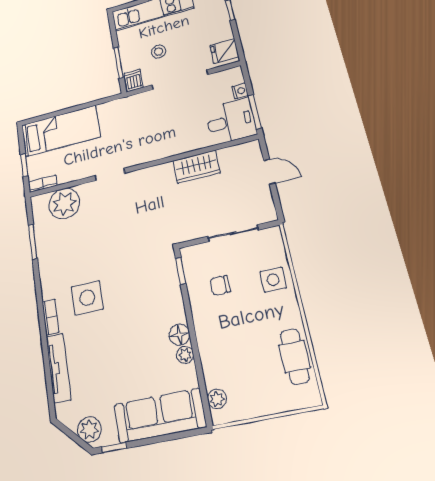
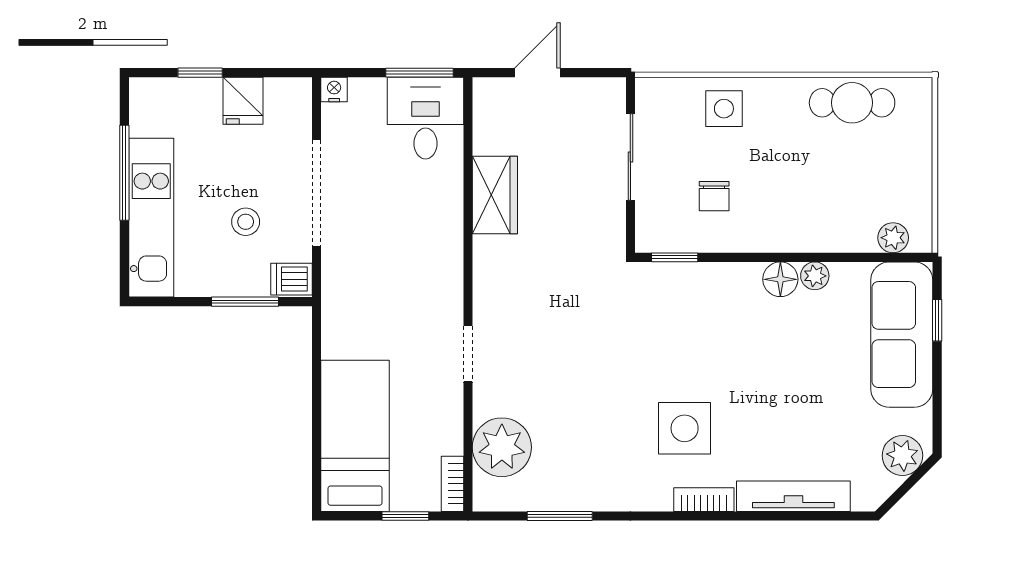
fridge: (224, 51) -> (243, 101), moved
nightstand: (240, 91) -> (334, 90), moved
window: (114, 447) -> (937, 320), moved

